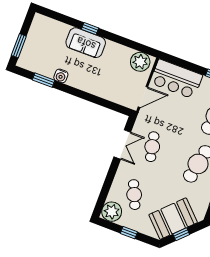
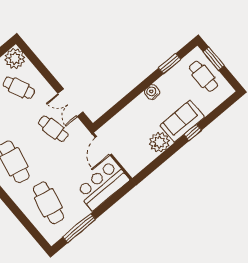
cafe table: (38, 46) -> (203, 76), added
plant: (140, 62) -> (159, 142), moved
water cooler: (61, 76) -> (152, 92), moved

